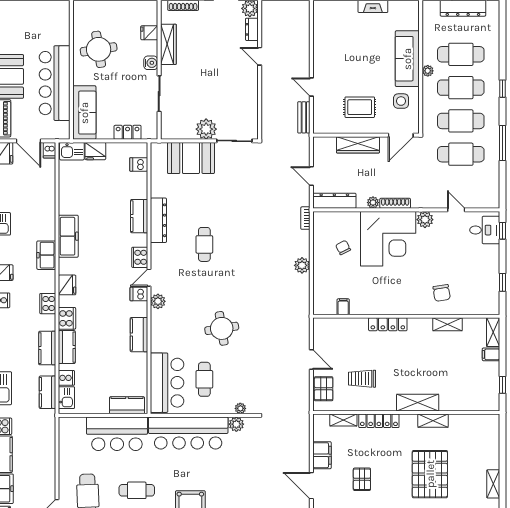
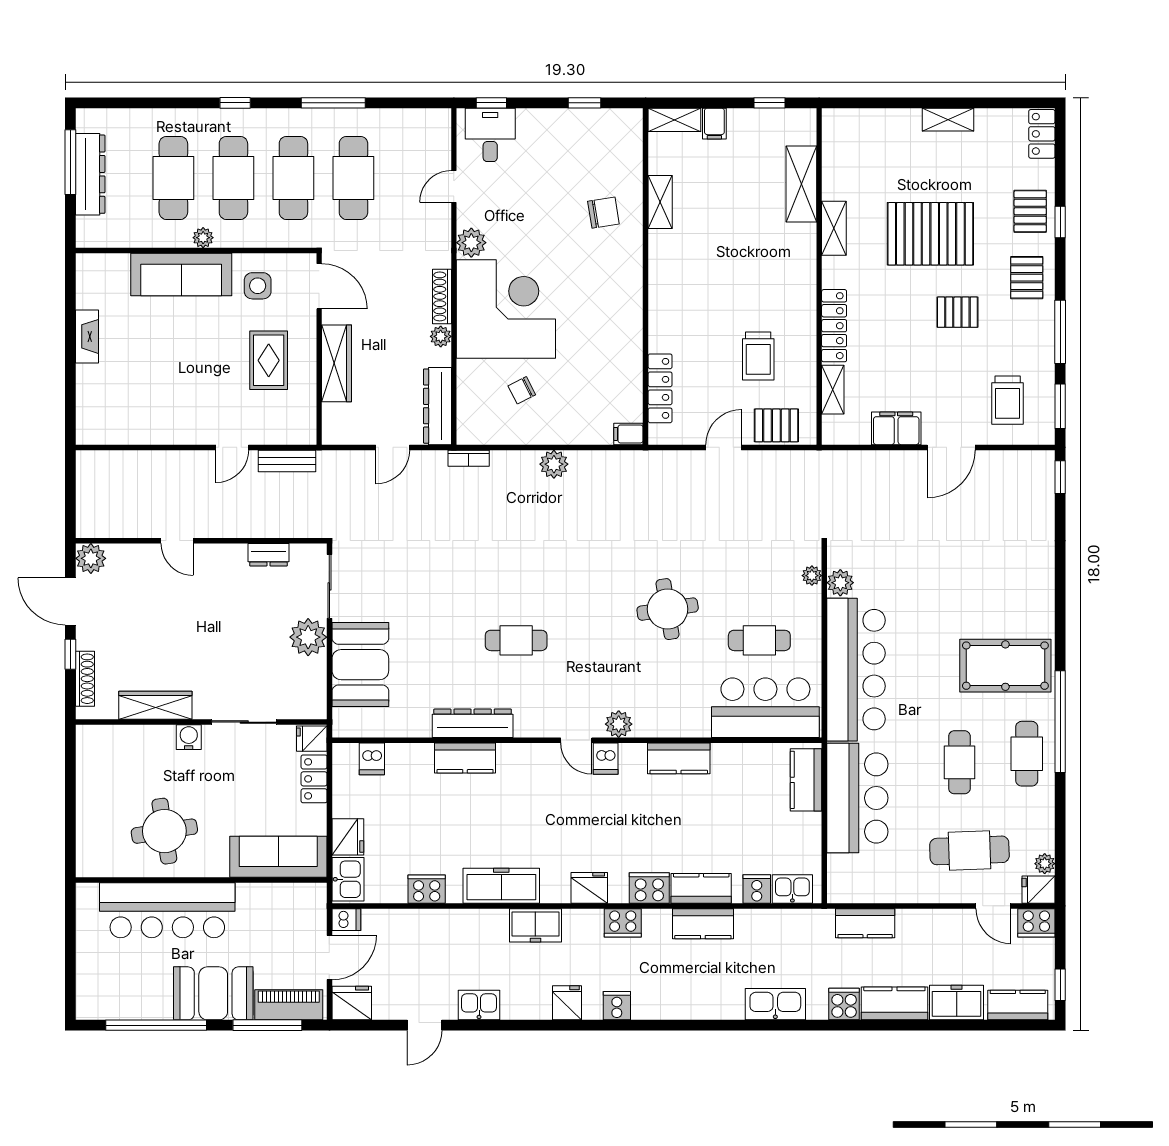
dresser: (252, 29) -> (268, 555), moved
fridge: (149, 33) -> (312, 739), moved, turned 90
door: (260, 56) -> (177, 541), hinge flipped
bar counter: (55, 83) -> (167, 910), moved
cooker: (140, 257) -> (427, 889), moved, turned 180
filing cabinet: (343, 307) -> (628, 434), moved
locker: (388, 324) -> (660, 388), moved
kitchen counter: (47, 392) -> (865, 923), moved
shelving: (418, 403) -> (801, 184), moved
pallet: (362, 479) -> (957, 312), moved

